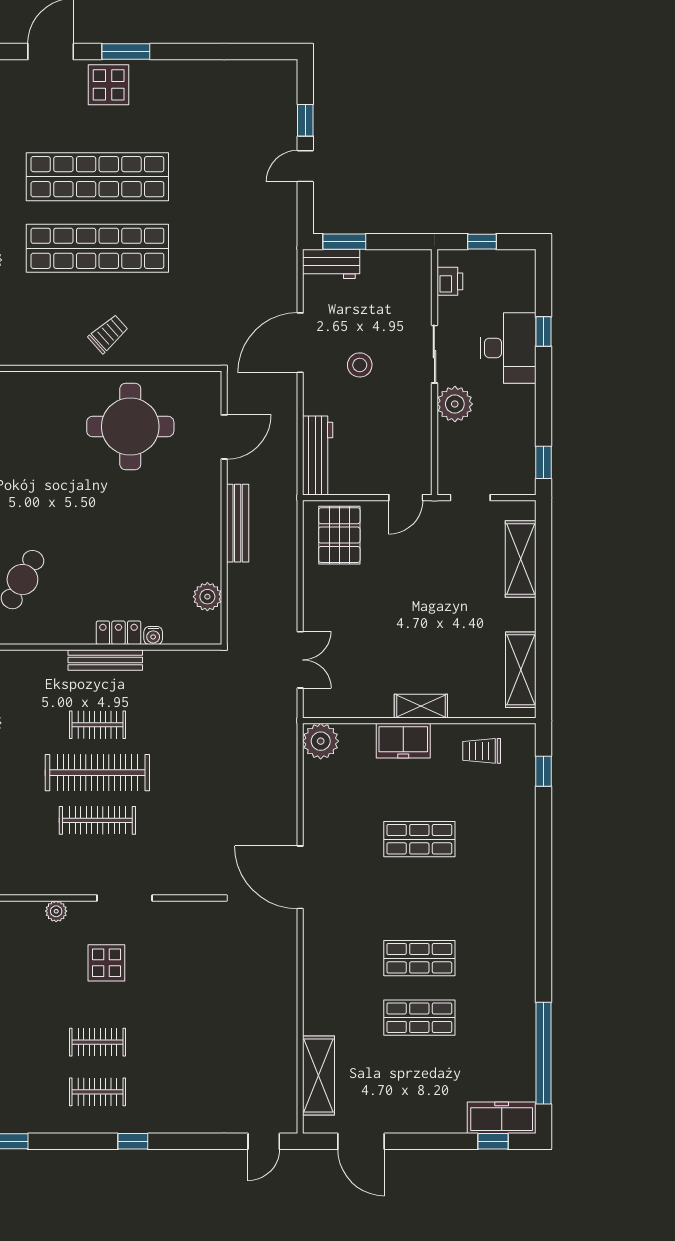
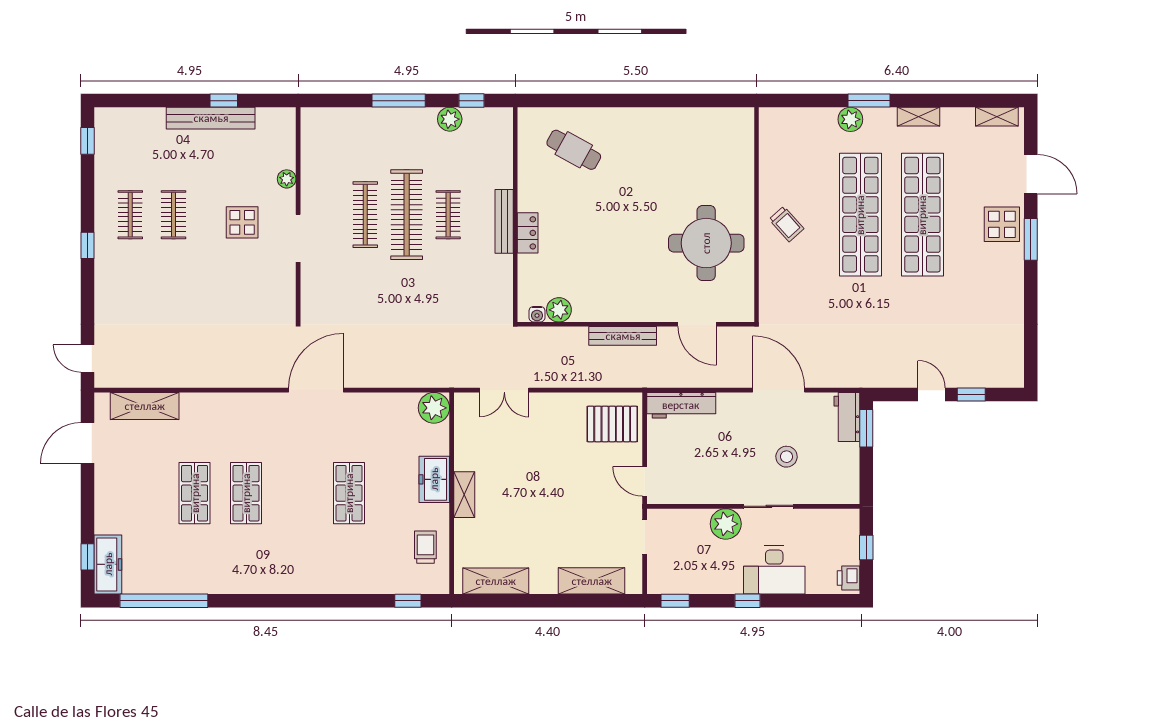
printer: (450, 281) -> (849, 578), moved, turned 90
window: (543, 331) -> (747, 601), moved
stool: (360, 365) -> (787, 457), moved
water cooler: (153, 635) -> (537, 314), moved, turned -90

